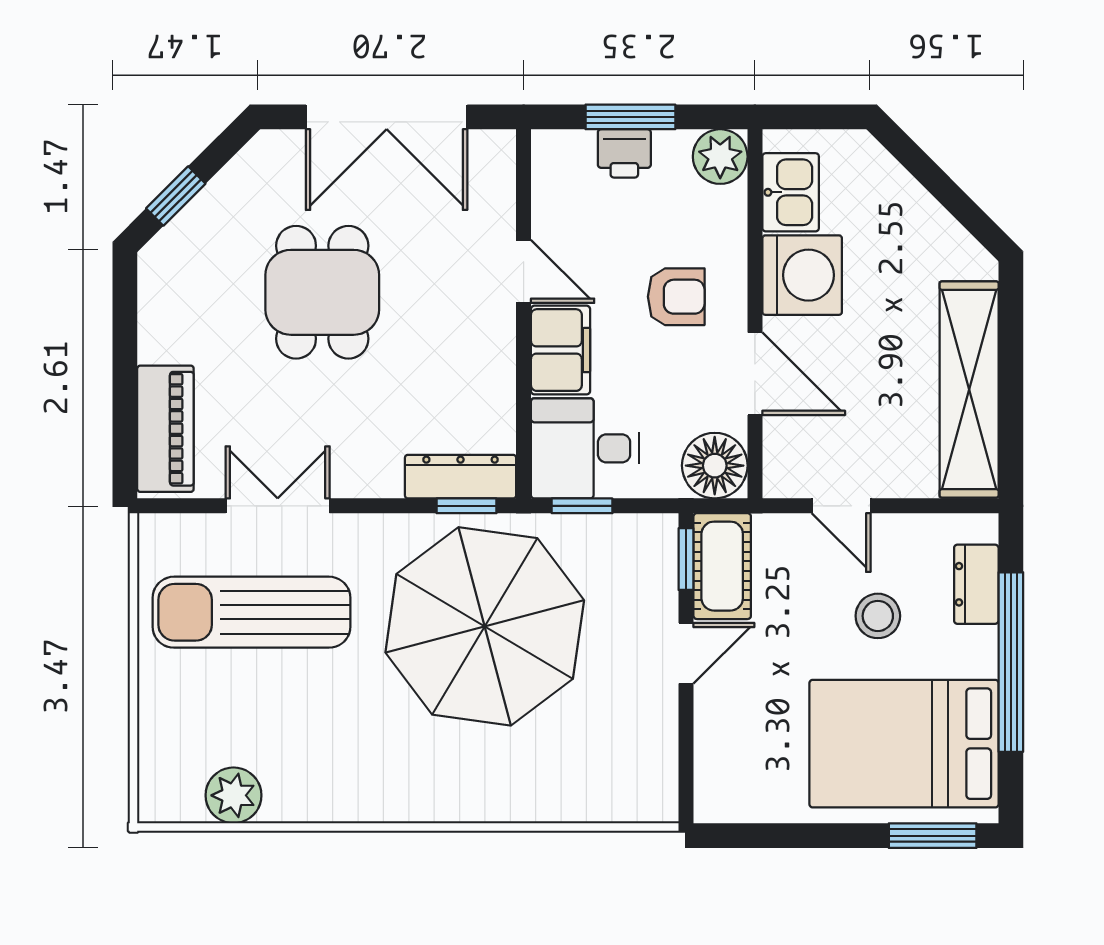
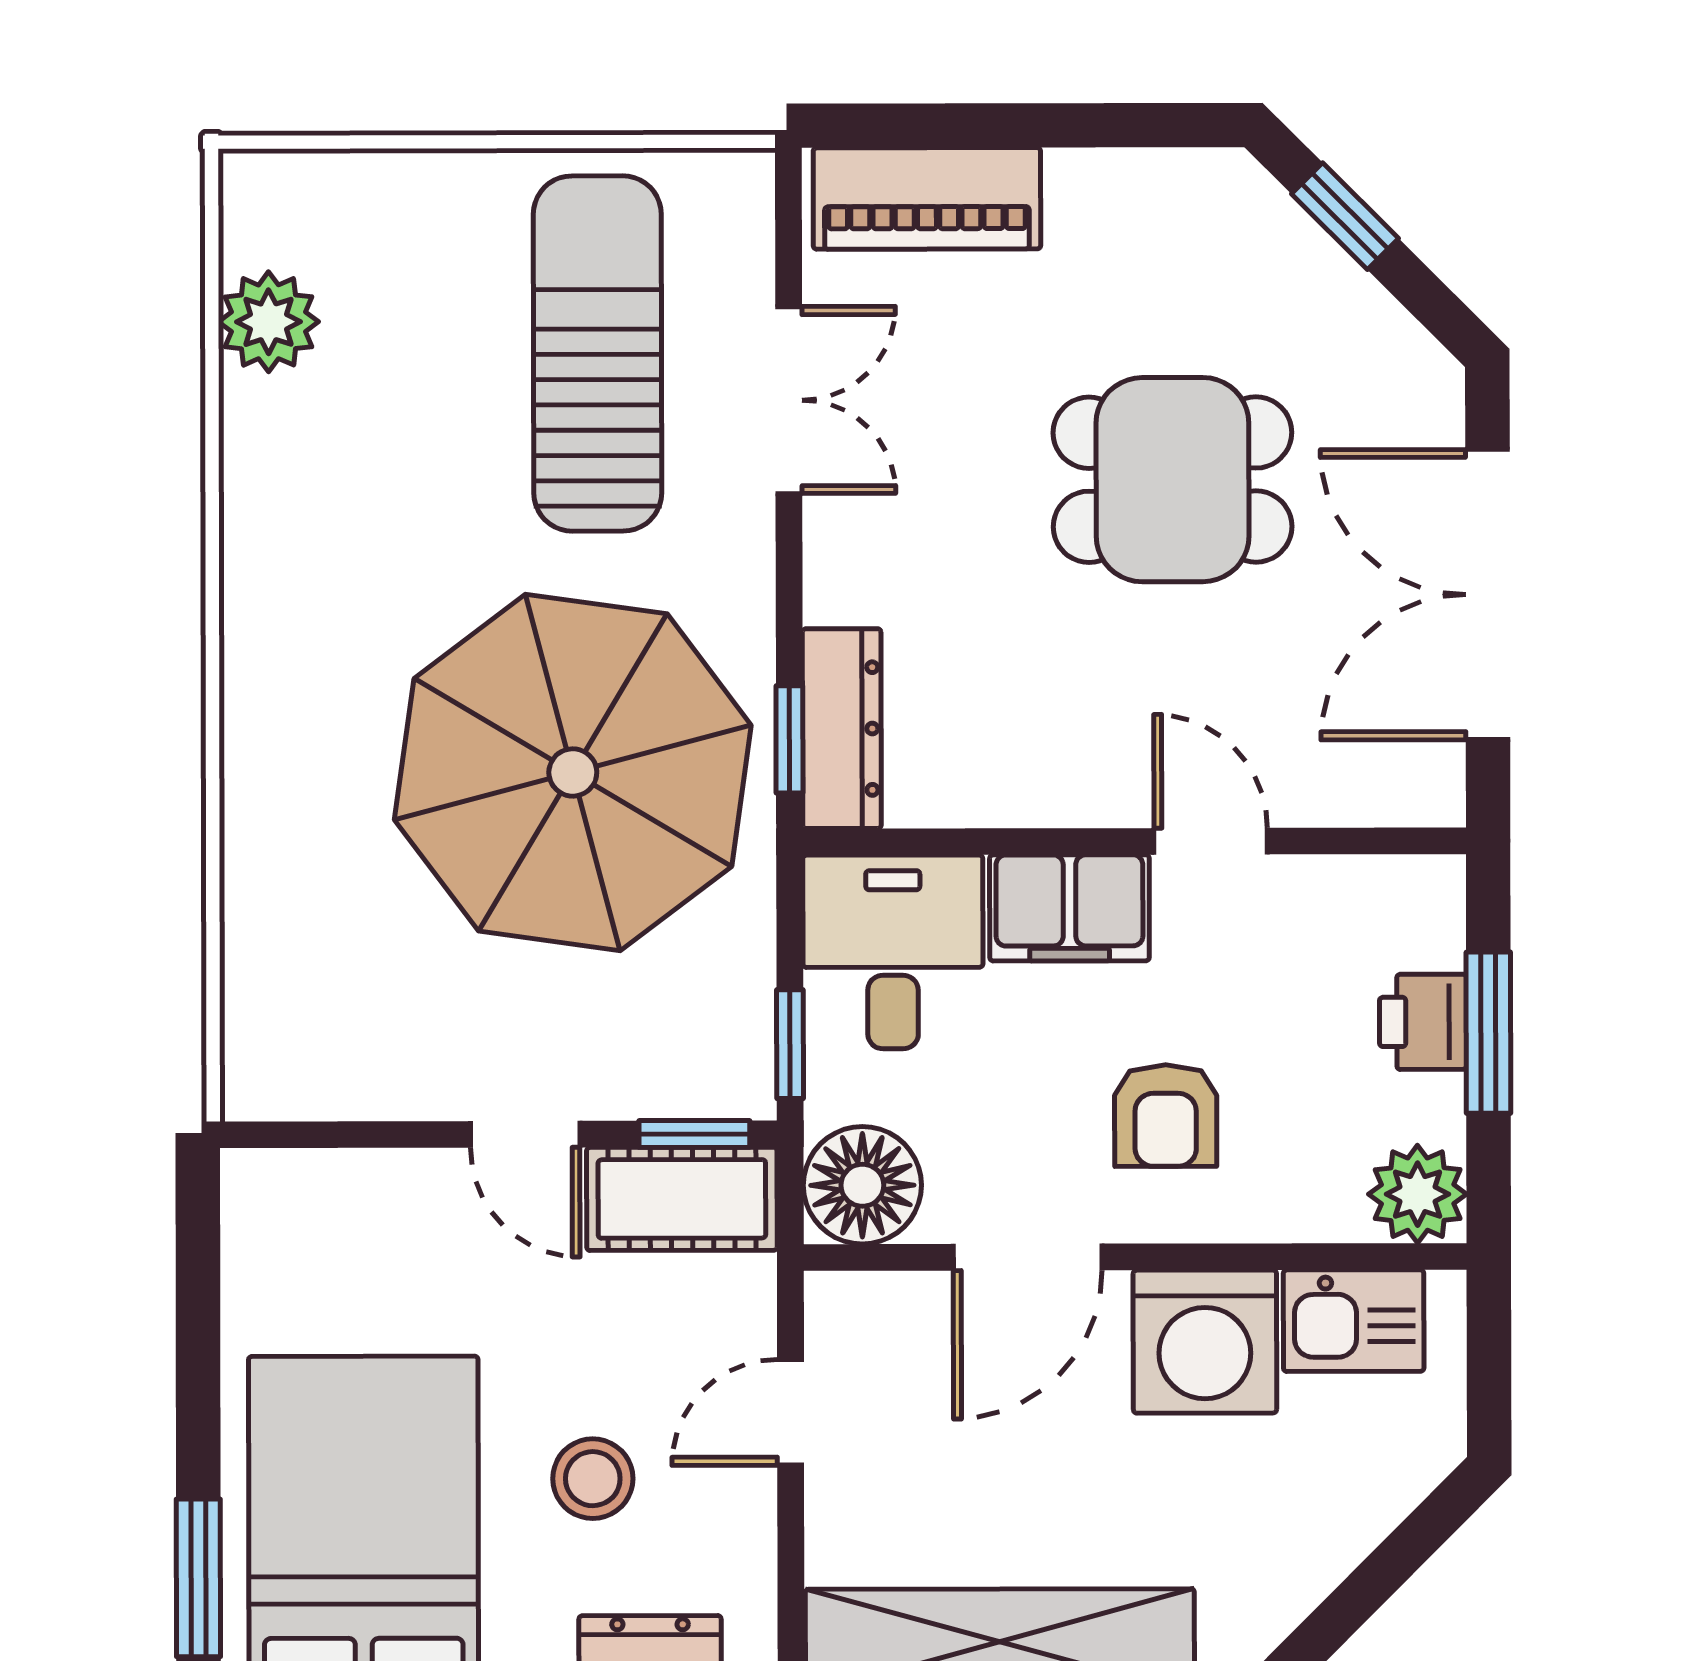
door: (524, 271) -> (1211, 841), swing flipped
window: (582, 506) -> (790, 1044), moved

